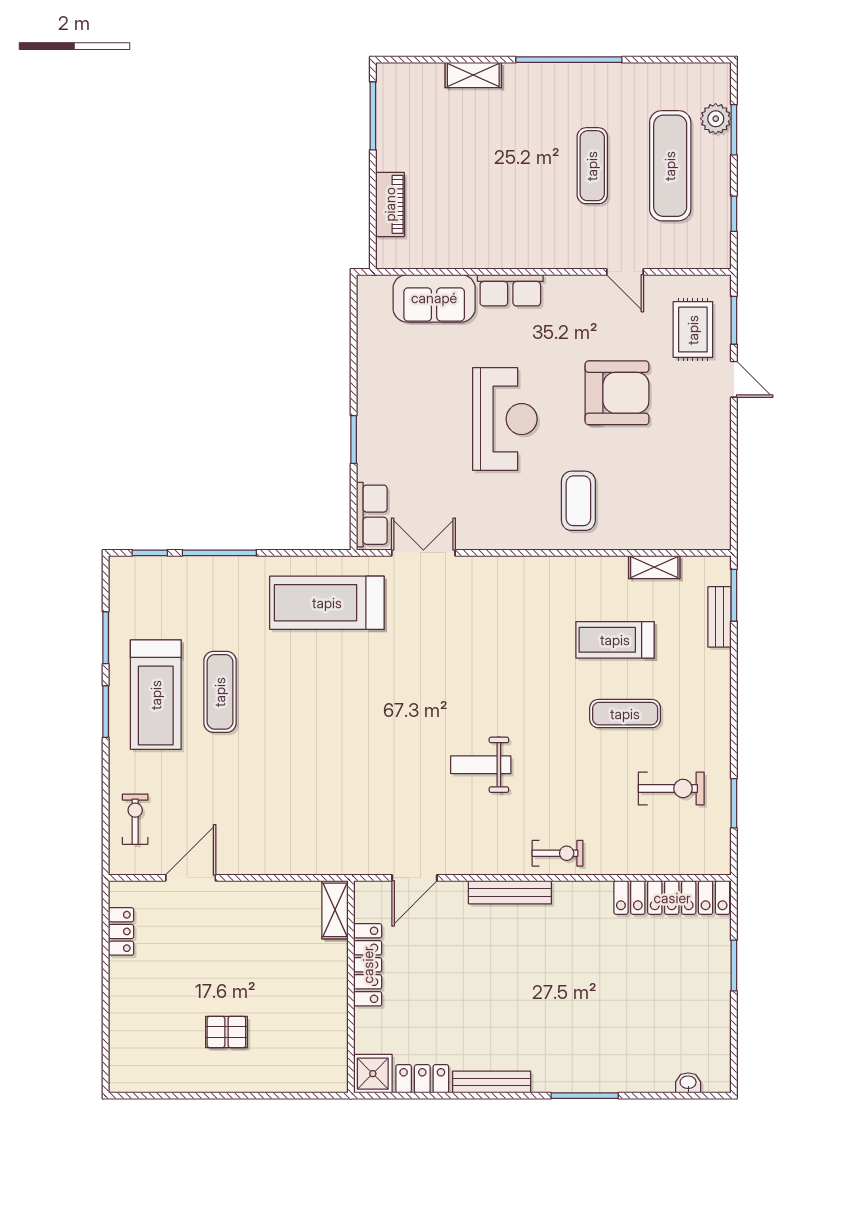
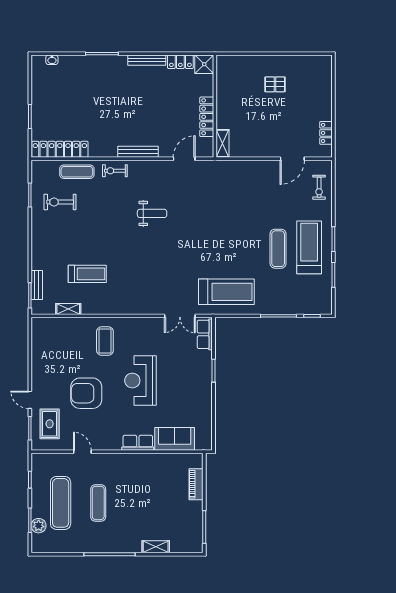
exercise mat: (625, 714) -> (77, 172), moved

